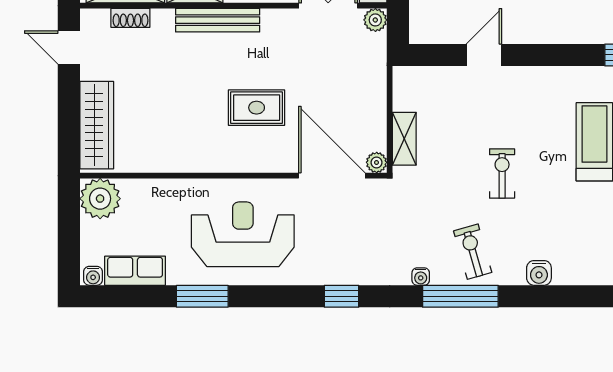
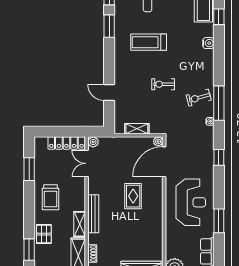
shelving: (404, 139) -> (137, 129), moved
reception desk: (243, 234) -> (191, 202), turned 180
water cooler: (539, 273) -> (208, 43), moved

